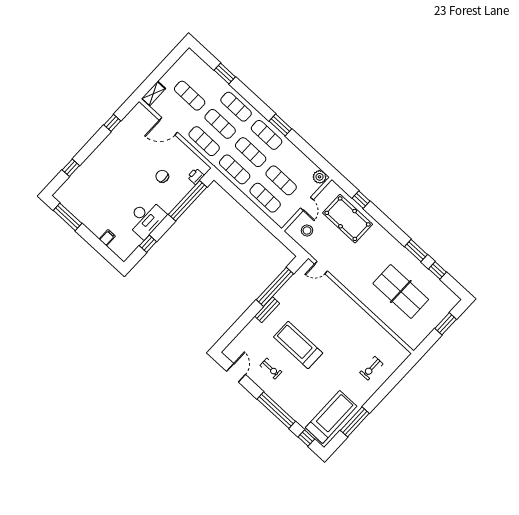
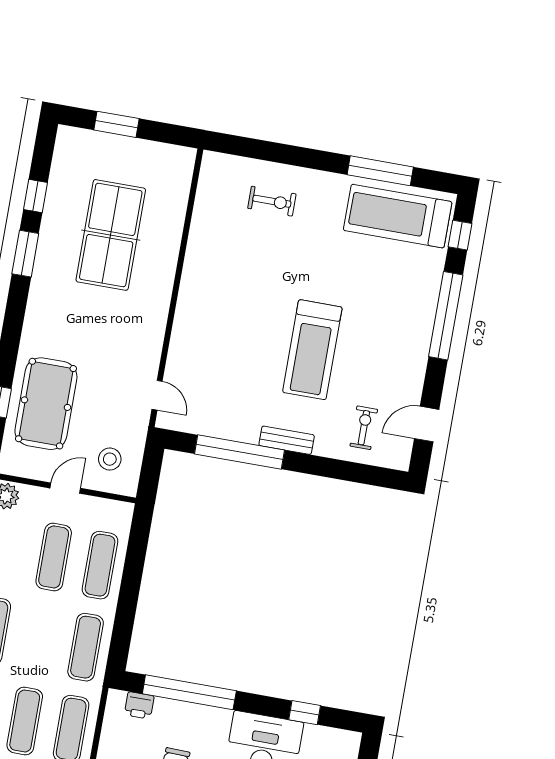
exercise mat: (251, 152) -> (39, 639), removed
exercise bike: (271, 369) -> (364, 428), moved

